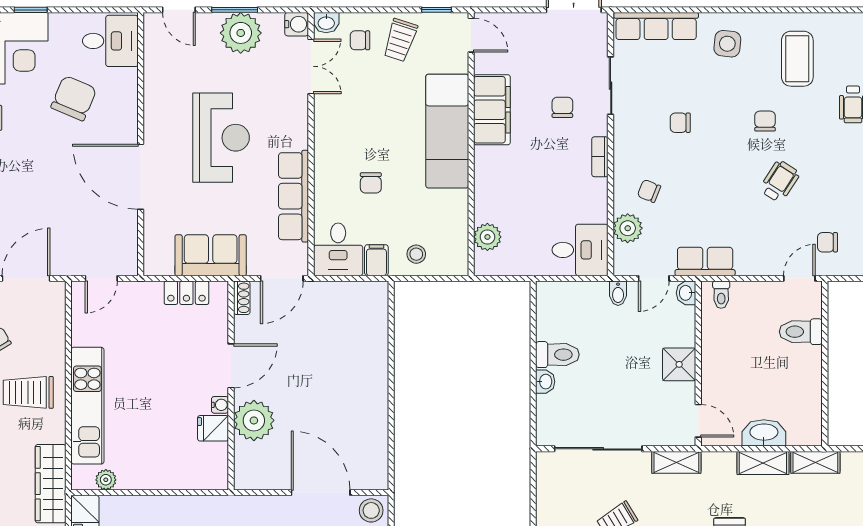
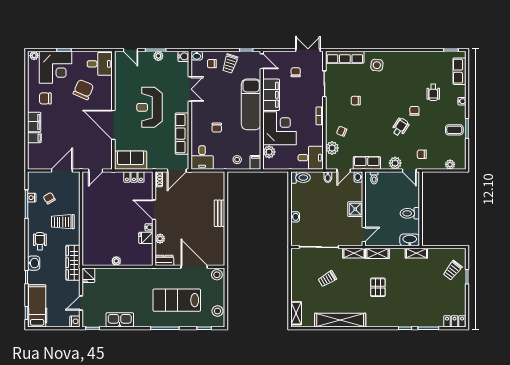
plant: (241, 33) -> (158, 56), width x0.53, depth x0.53
coffee table: (797, 59) -> (408, 72), removed
double door: (311, 66) -> (190, 89), moved
chair: (562, 107) -> (296, 72), moved
chair: (765, 121) -> (414, 111), moved
reception desk: (221, 138) -> (149, 107), turned 180
corner desk: (511, 184) -> (280, 128), added
sofa: (211, 255) -> (131, 160), moved
filing cabinet: (376, 260) -> (255, 162), moved
plant: (768, 262) -> (395, 163), added
door: (799, 278) -> (409, 170), swing flipped
toilet: (801, 332) -> (410, 213), moved
toilet: (557, 355) -> (301, 178), moved
door: (231, 366) -> (154, 210), swing flipped
bench: (377, 374) -> (220, 213), added
kitchen unit: (87, 406) -> (89, 228), removed
plant: (254, 420) -> (160, 239), width x0.53, depth x0.53
door: (698, 421) -> (364, 234), hinge flipped
washbasin: (764, 433) -> (410, 240), moved
shelving: (763, 463) -> (377, 253), moved
dresser: (254, 478) -> (164, 260), added
plant: (106, 480) -> (116, 261), moved

